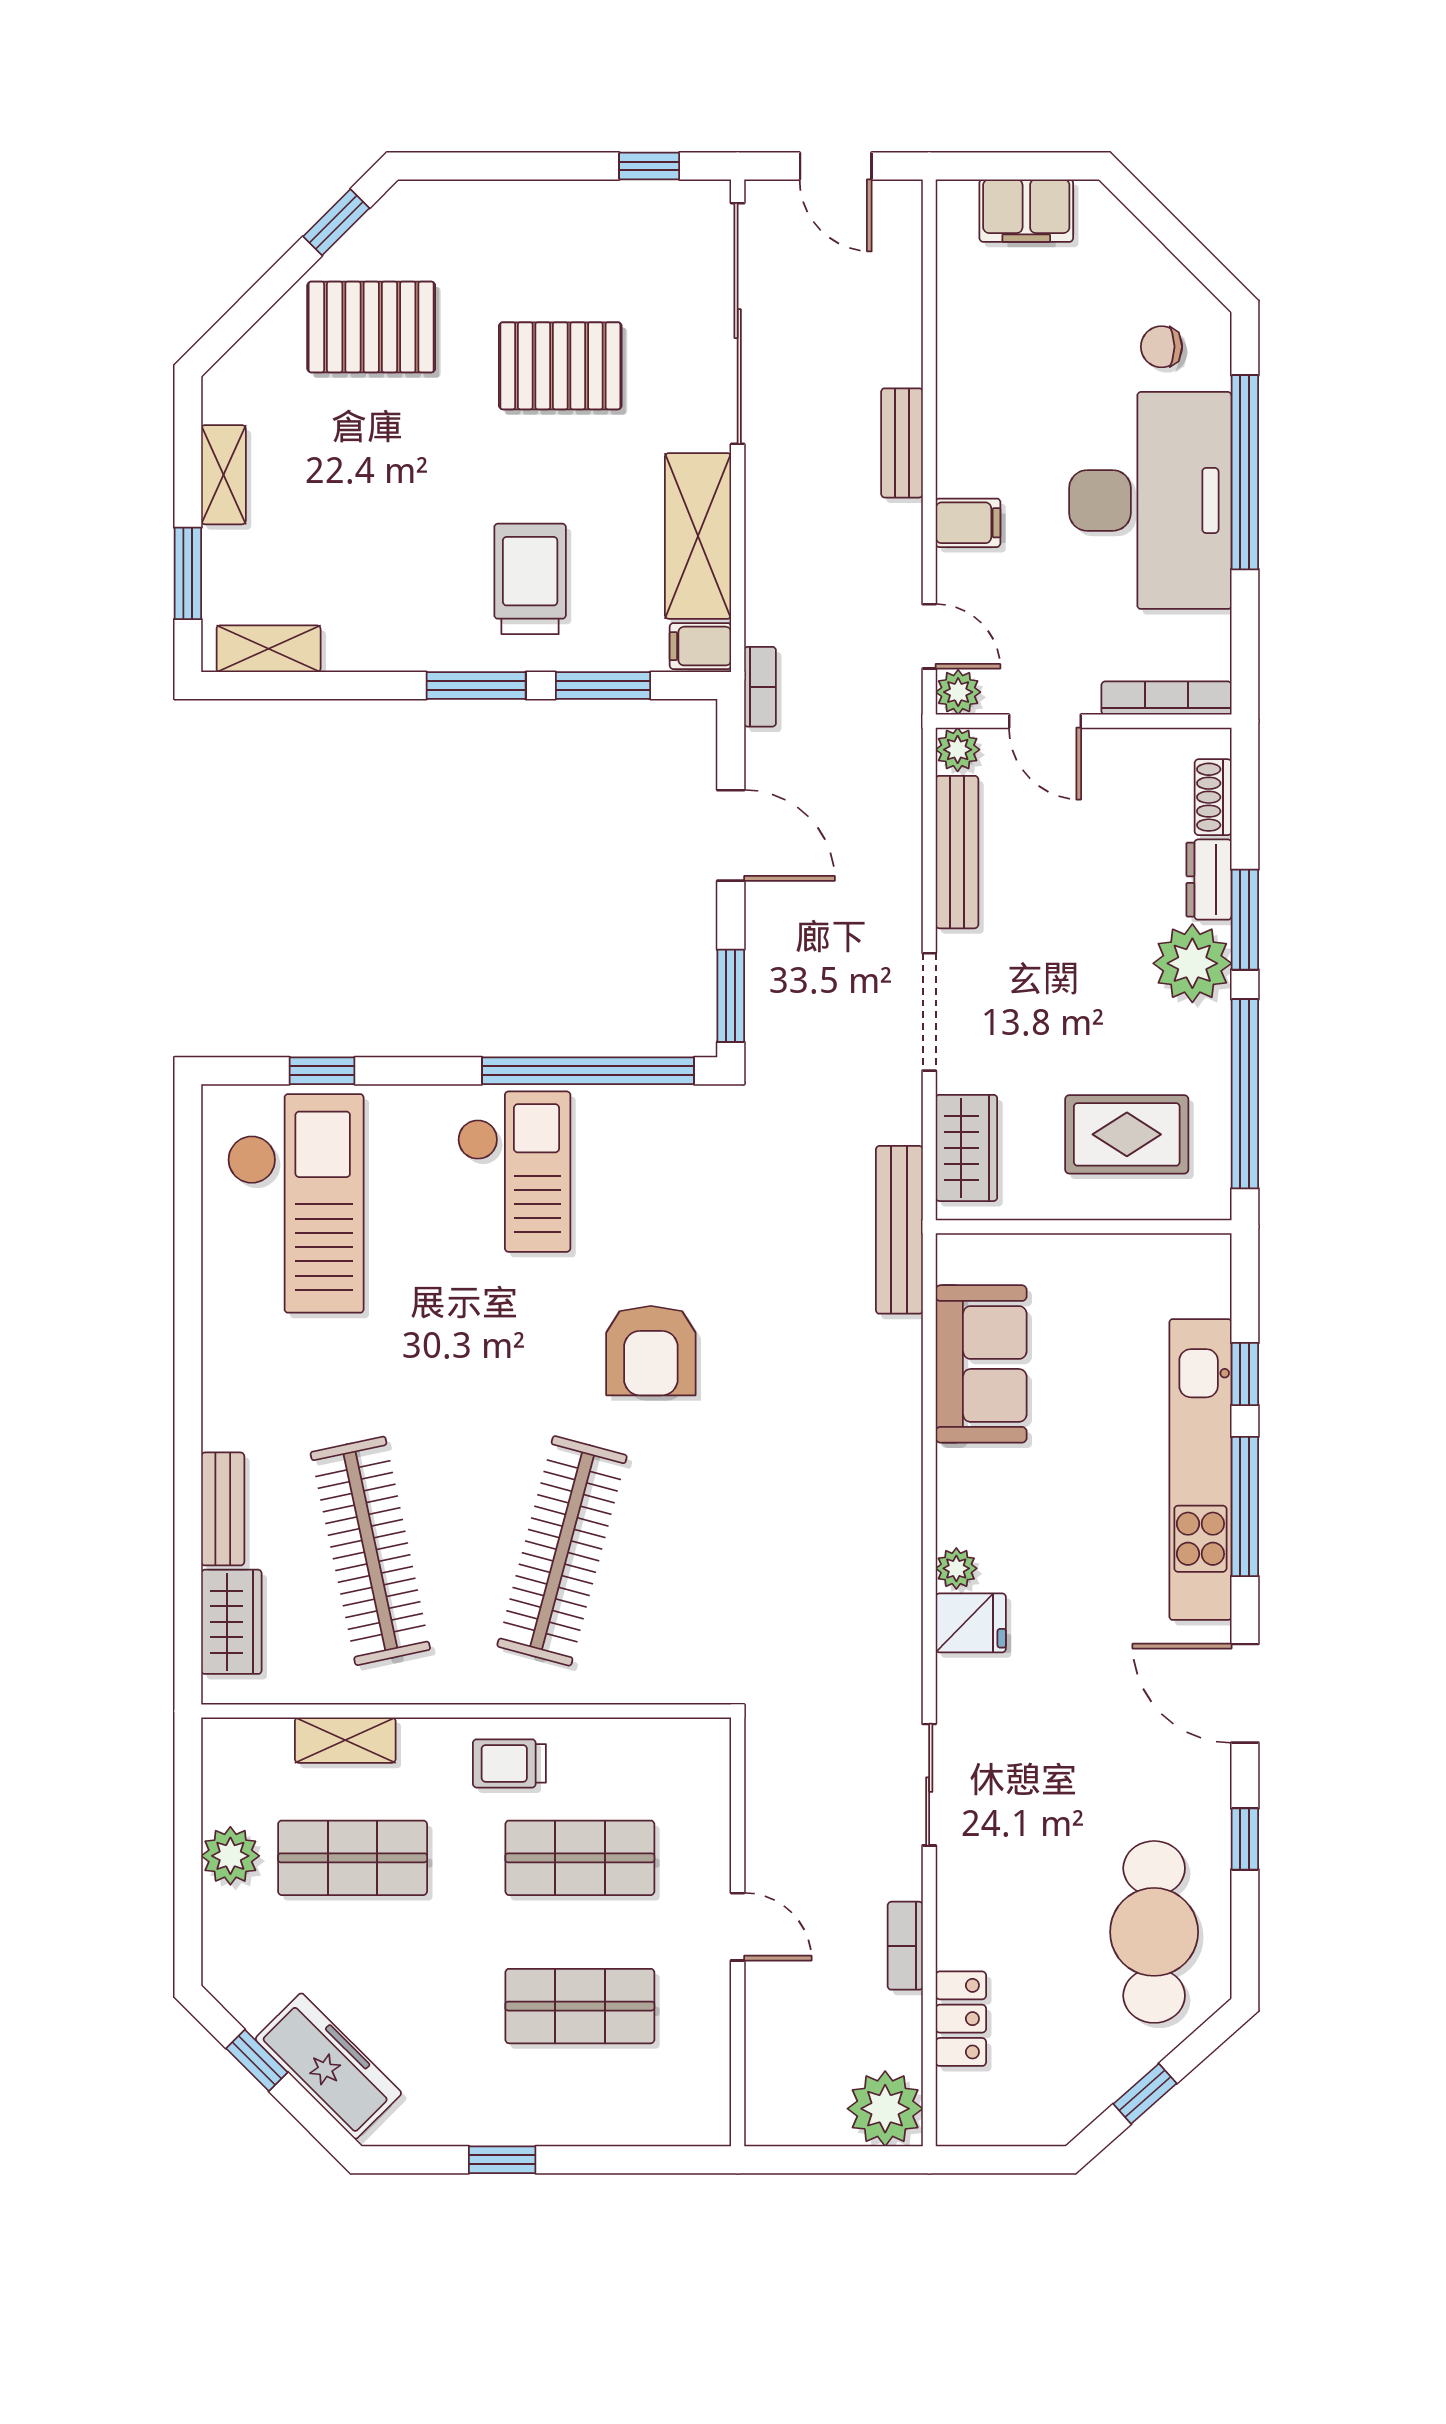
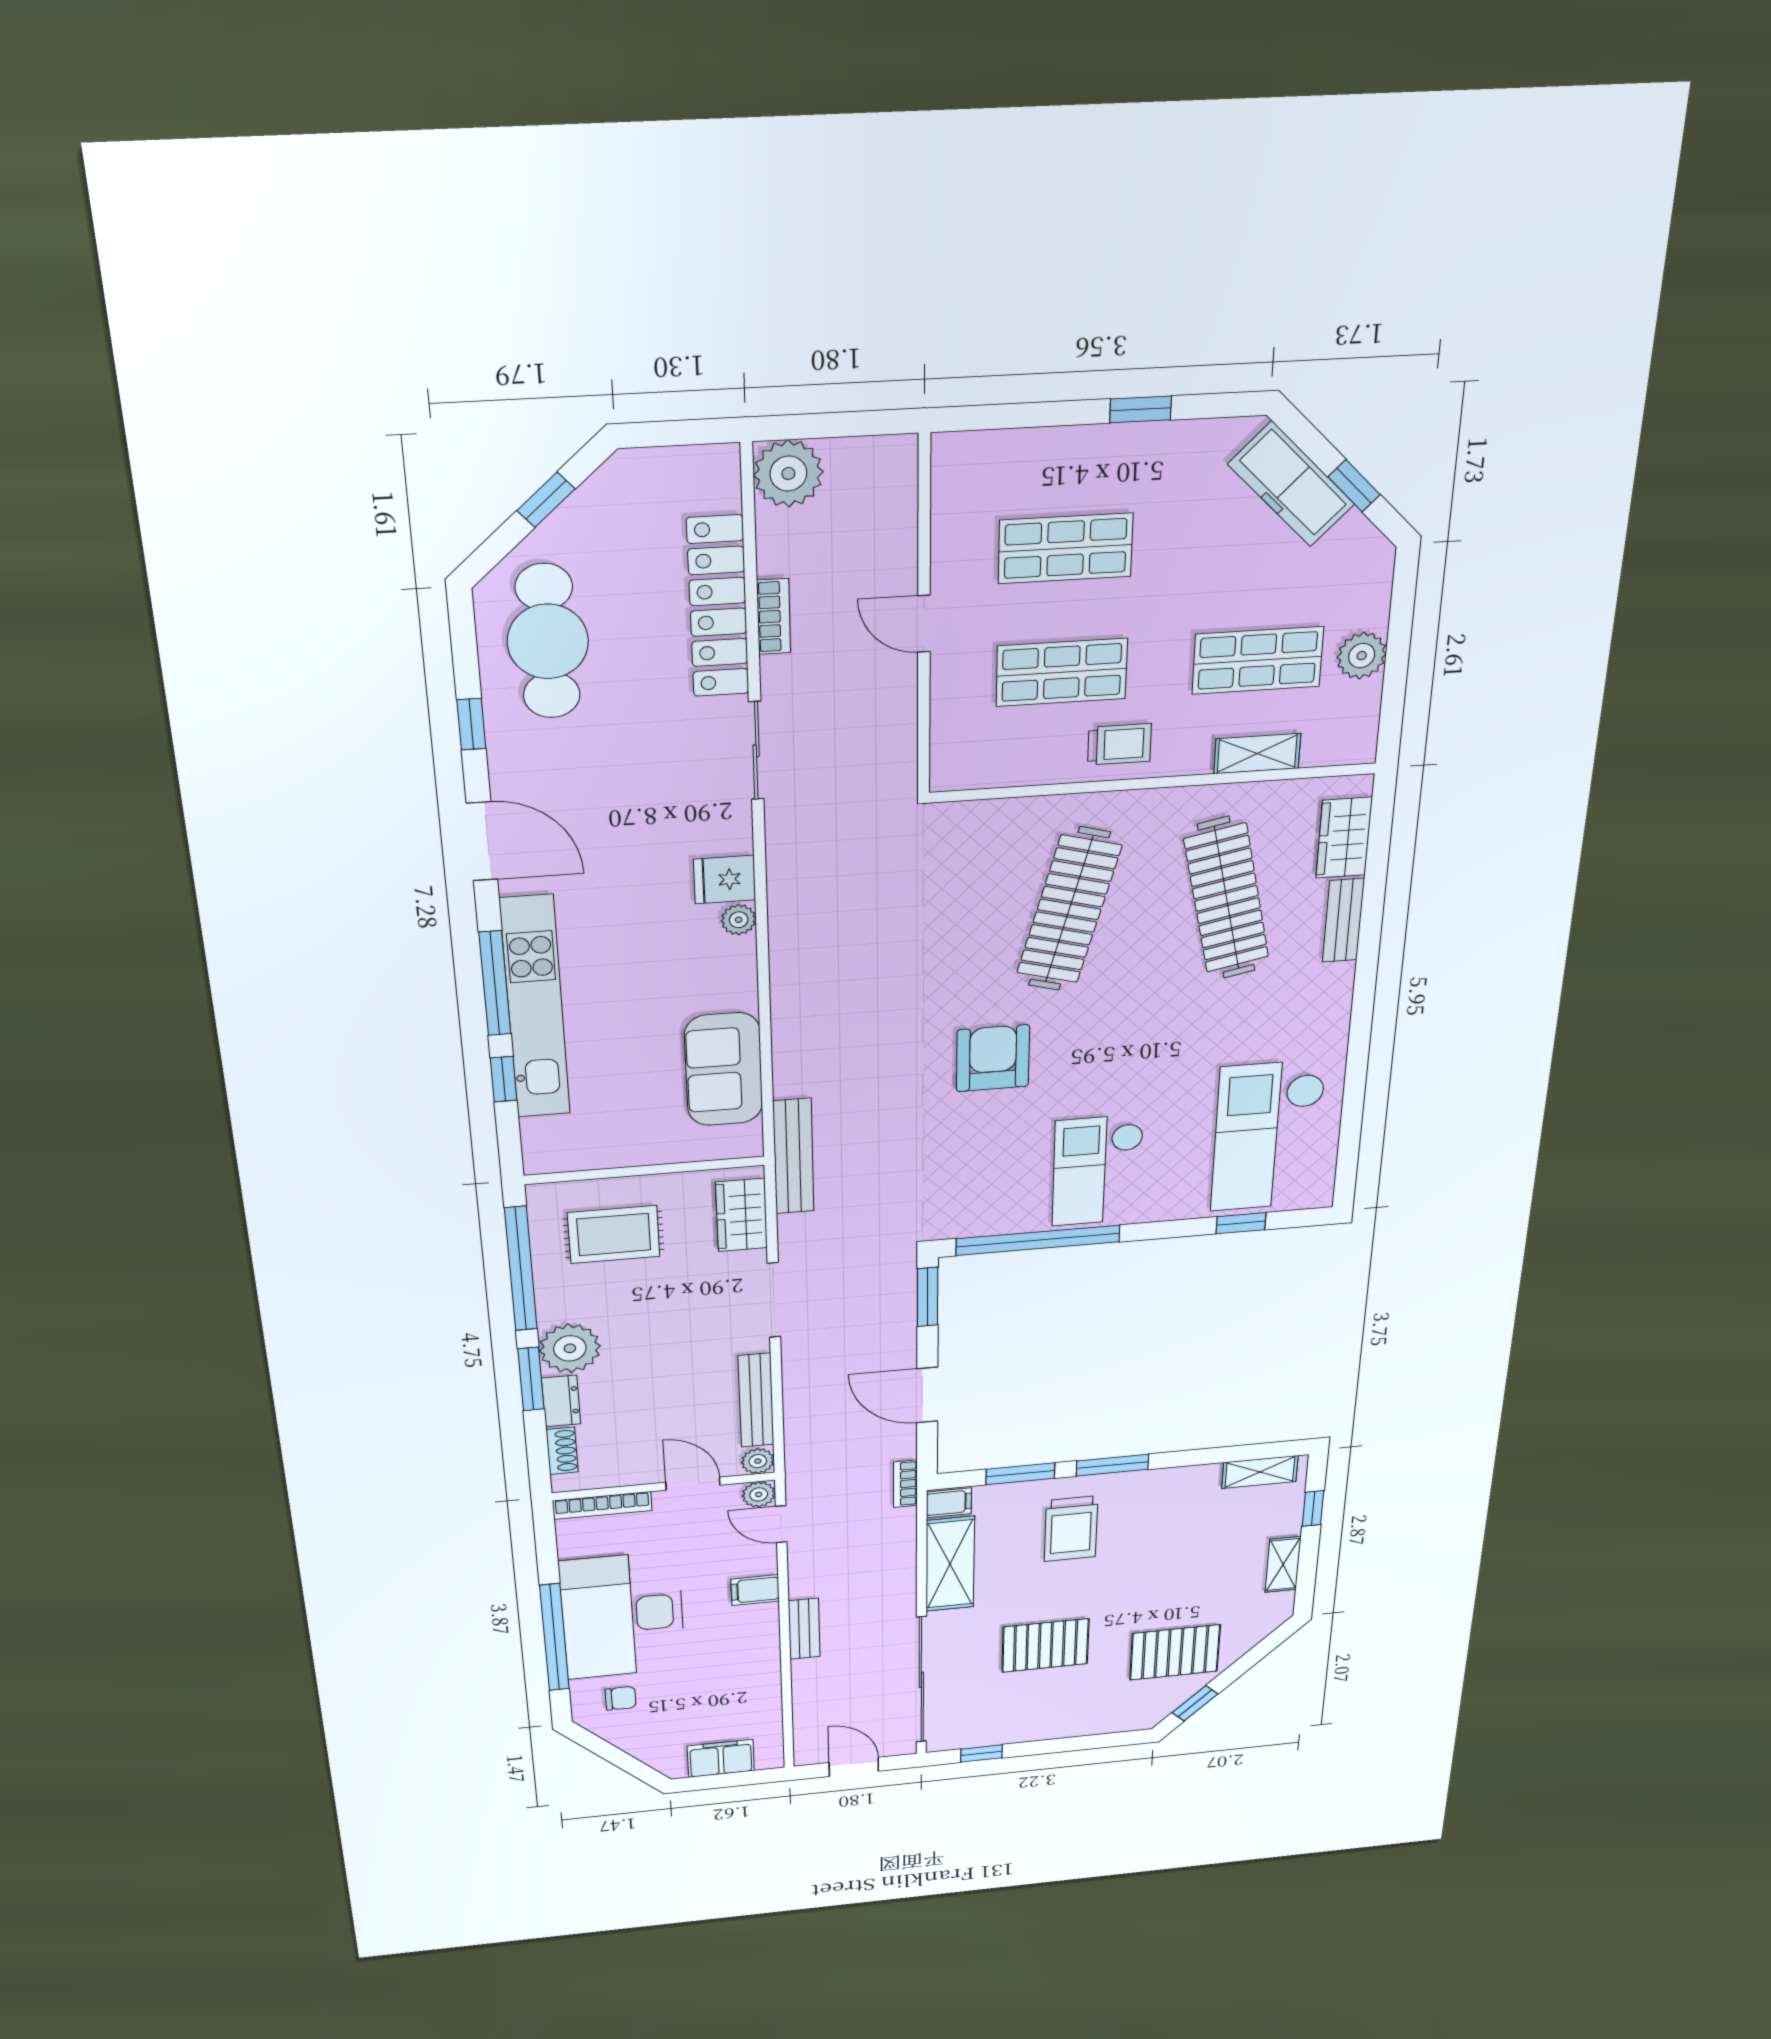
window: (188, 573) -> (1313, 1508), width x0.67
locker: (961, 2019) -> (718, 607), width x2.16, depth x1.21

